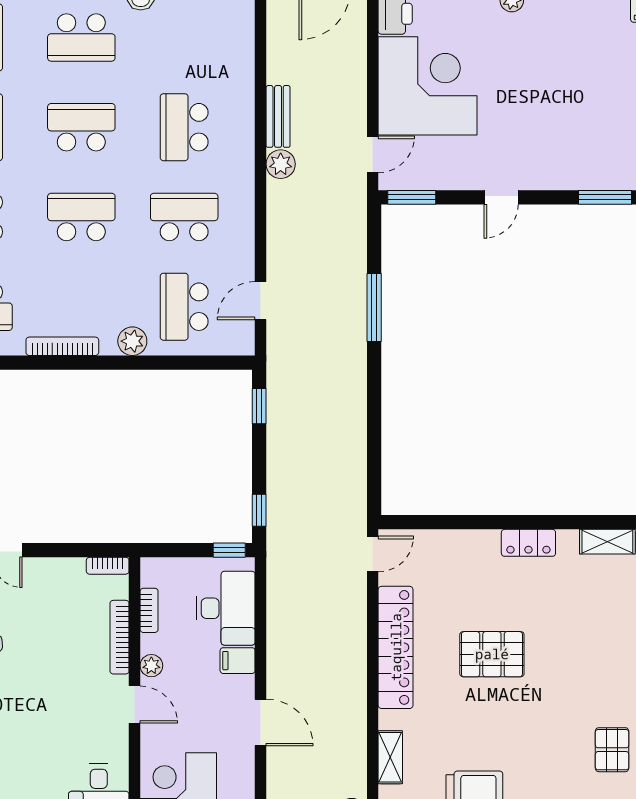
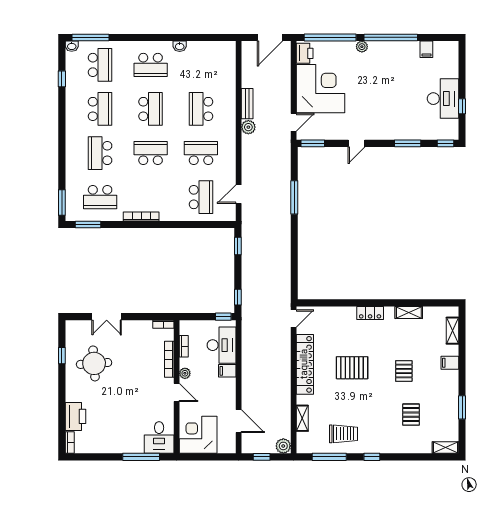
school desk: (81, 127) -> (151, 109), turned 90
school desk: (184, 307) -> (201, 197), turned 180
plant: (132, 341) -> (176, 214), removed
pallet: (597, 661) -> (404, 371), added
door: (261, 722) -> (239, 421), moved

